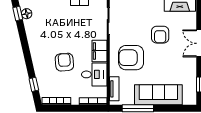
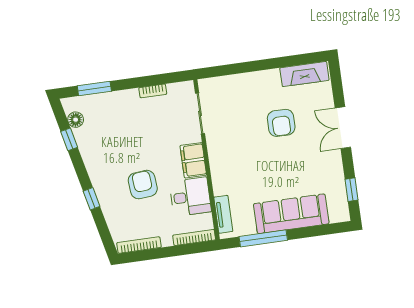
window: (18, 14) -> (69, 139), moved
armchair: (131, 58) -> (242, 164), removed
window: (34, 84) -> (92, 199), moved

